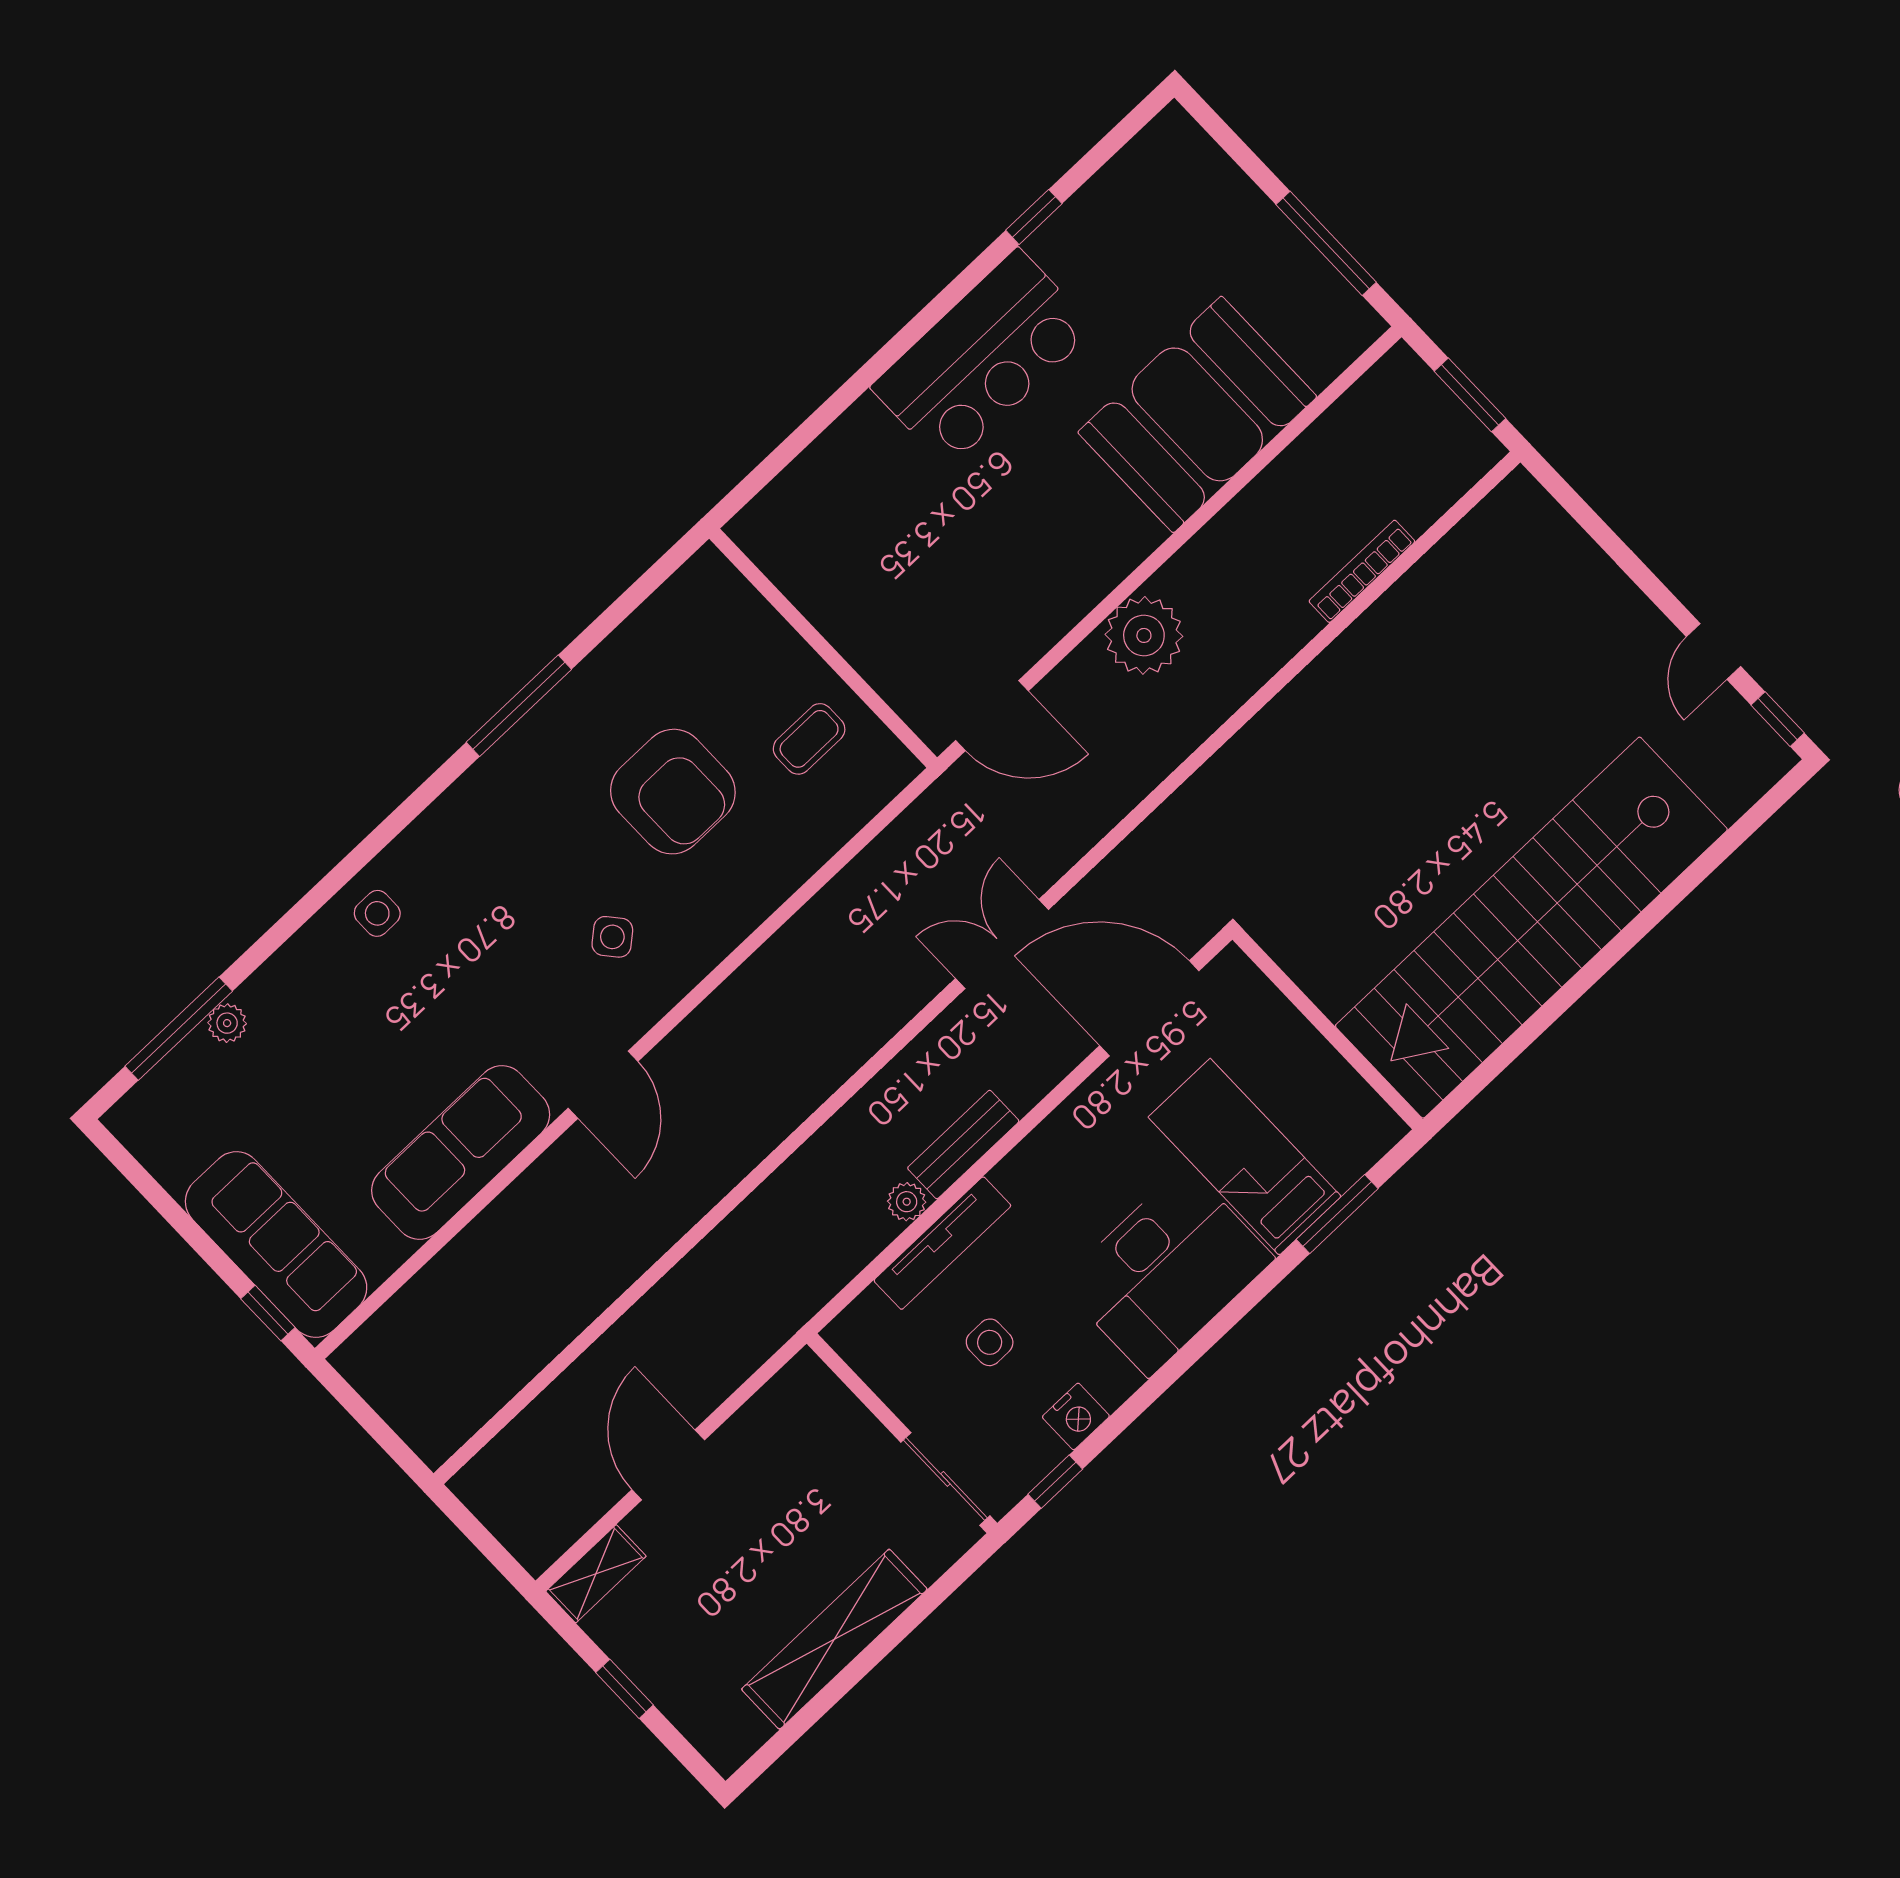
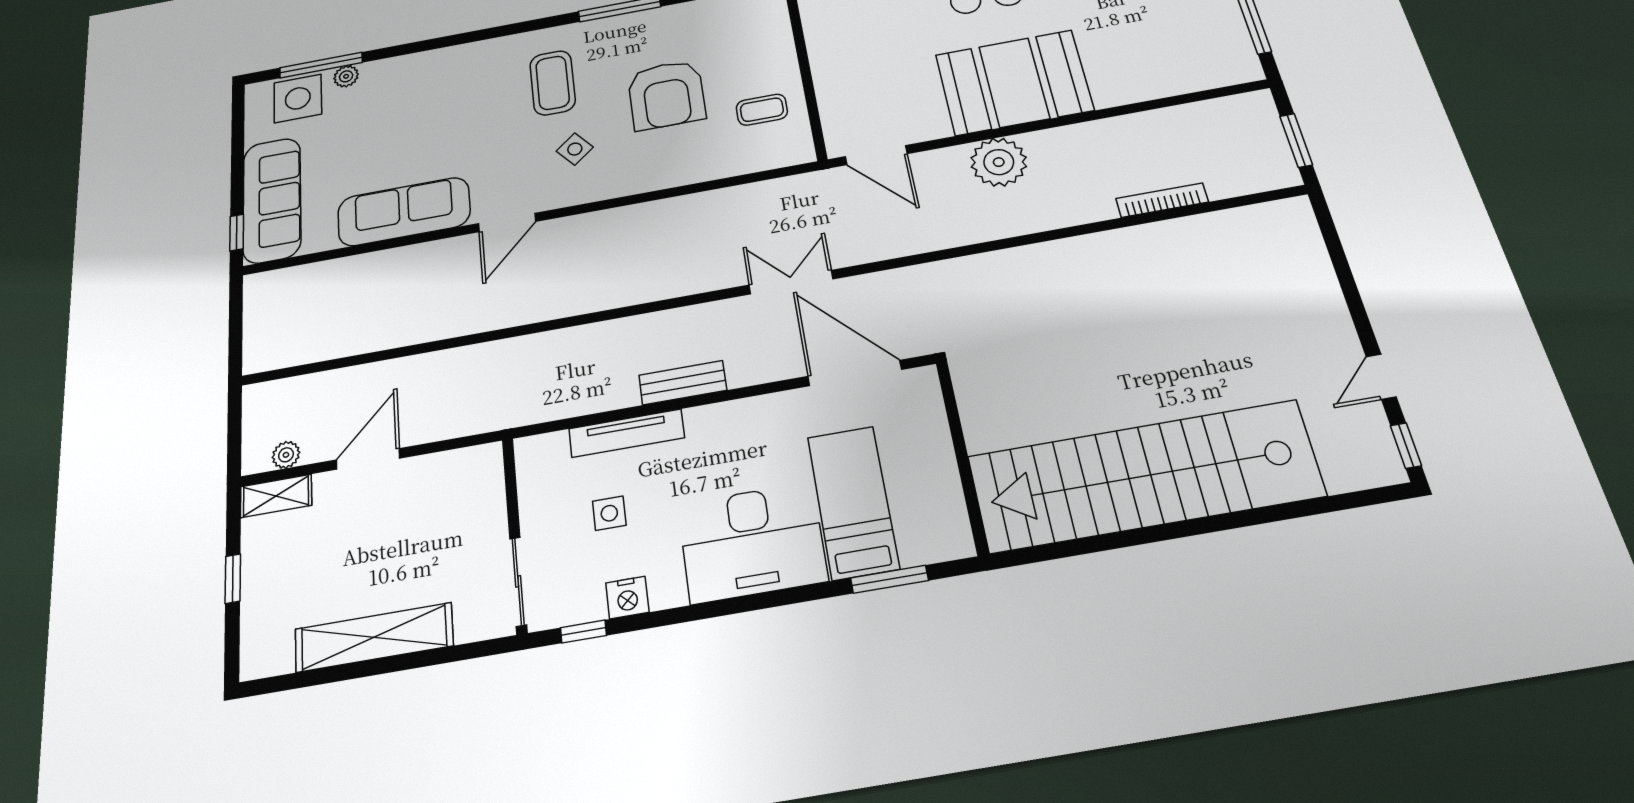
booth: (1197, 414) -> (1014, 82), moved
coffee table: (512, 864) -> (553, 83), added
side table: (377, 913) -> (298, 98), moved, width x1.87, depth x1.87
plant: (907, 1202) -> (286, 455), moved

